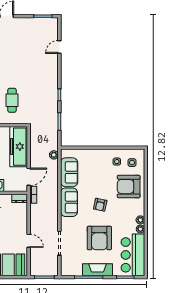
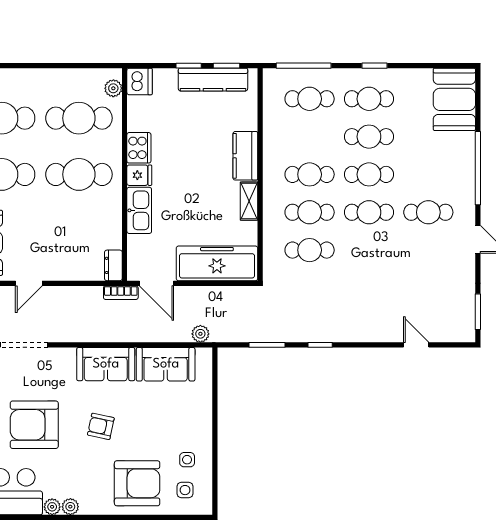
armchair: (129, 187) -> (137, 483), turned 90

